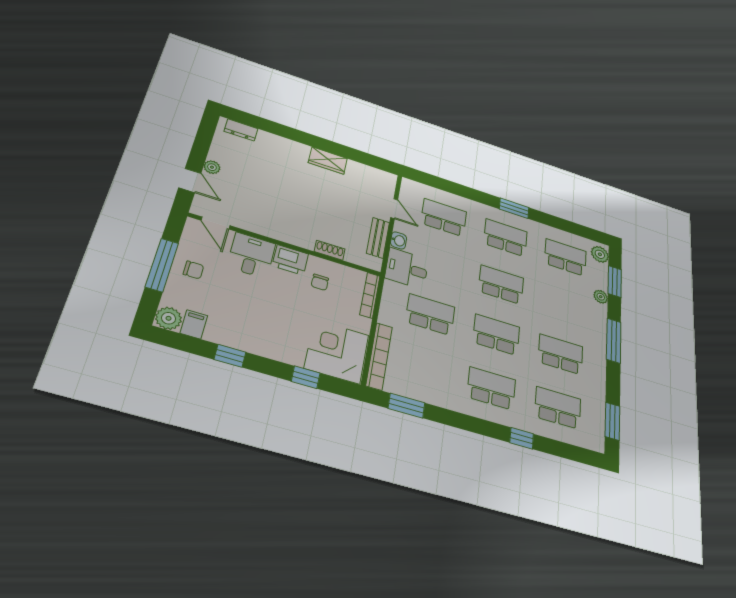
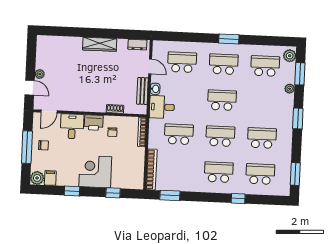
dresser: (241, 130) -> (137, 45), moved
wardrobe: (328, 160) -> (100, 44), width x1.50
door: (216, 223) -> (49, 112), hinge flipped
window: (614, 341) -> (298, 119), width x0.69
corner desk: (337, 352) -> (95, 172), moved

